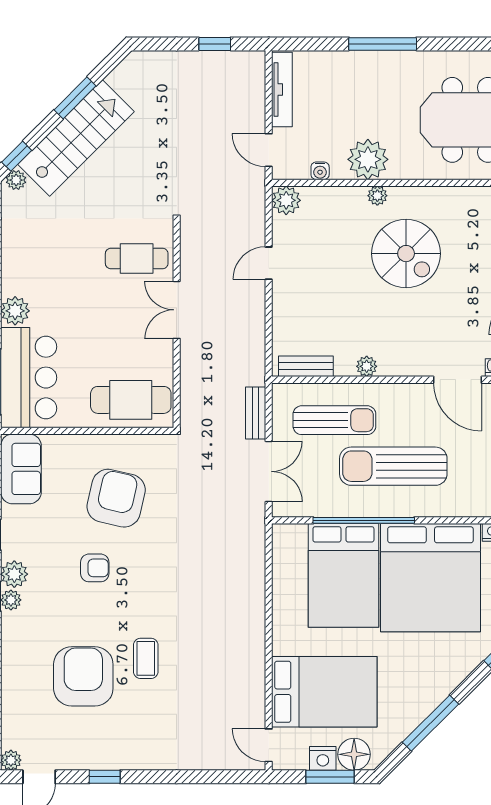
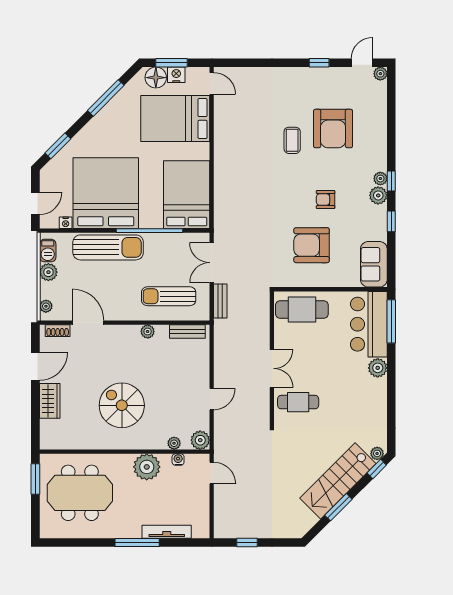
tv unit: (282, 89) -> (167, 532), moved, turned 90
plant: (377, 196) -> (174, 443), moved
sun lounger: (393, 466) -> (108, 247), moved
armchair: (116, 498) -> (312, 245), turned 77
bed: (343, 575) -> (187, 195), moved

